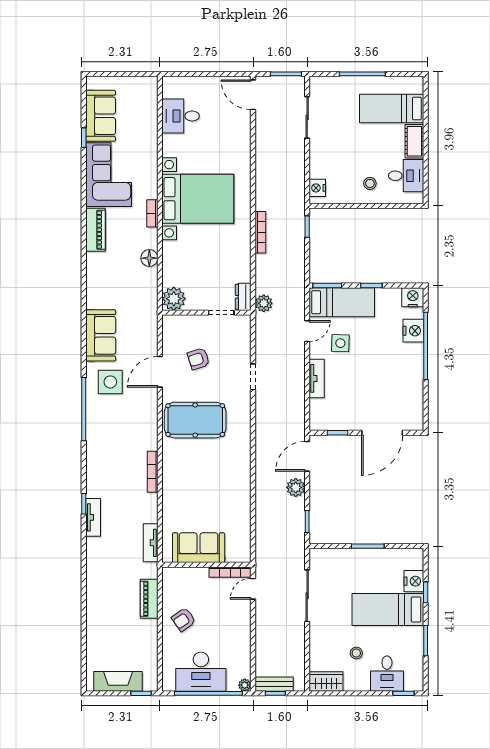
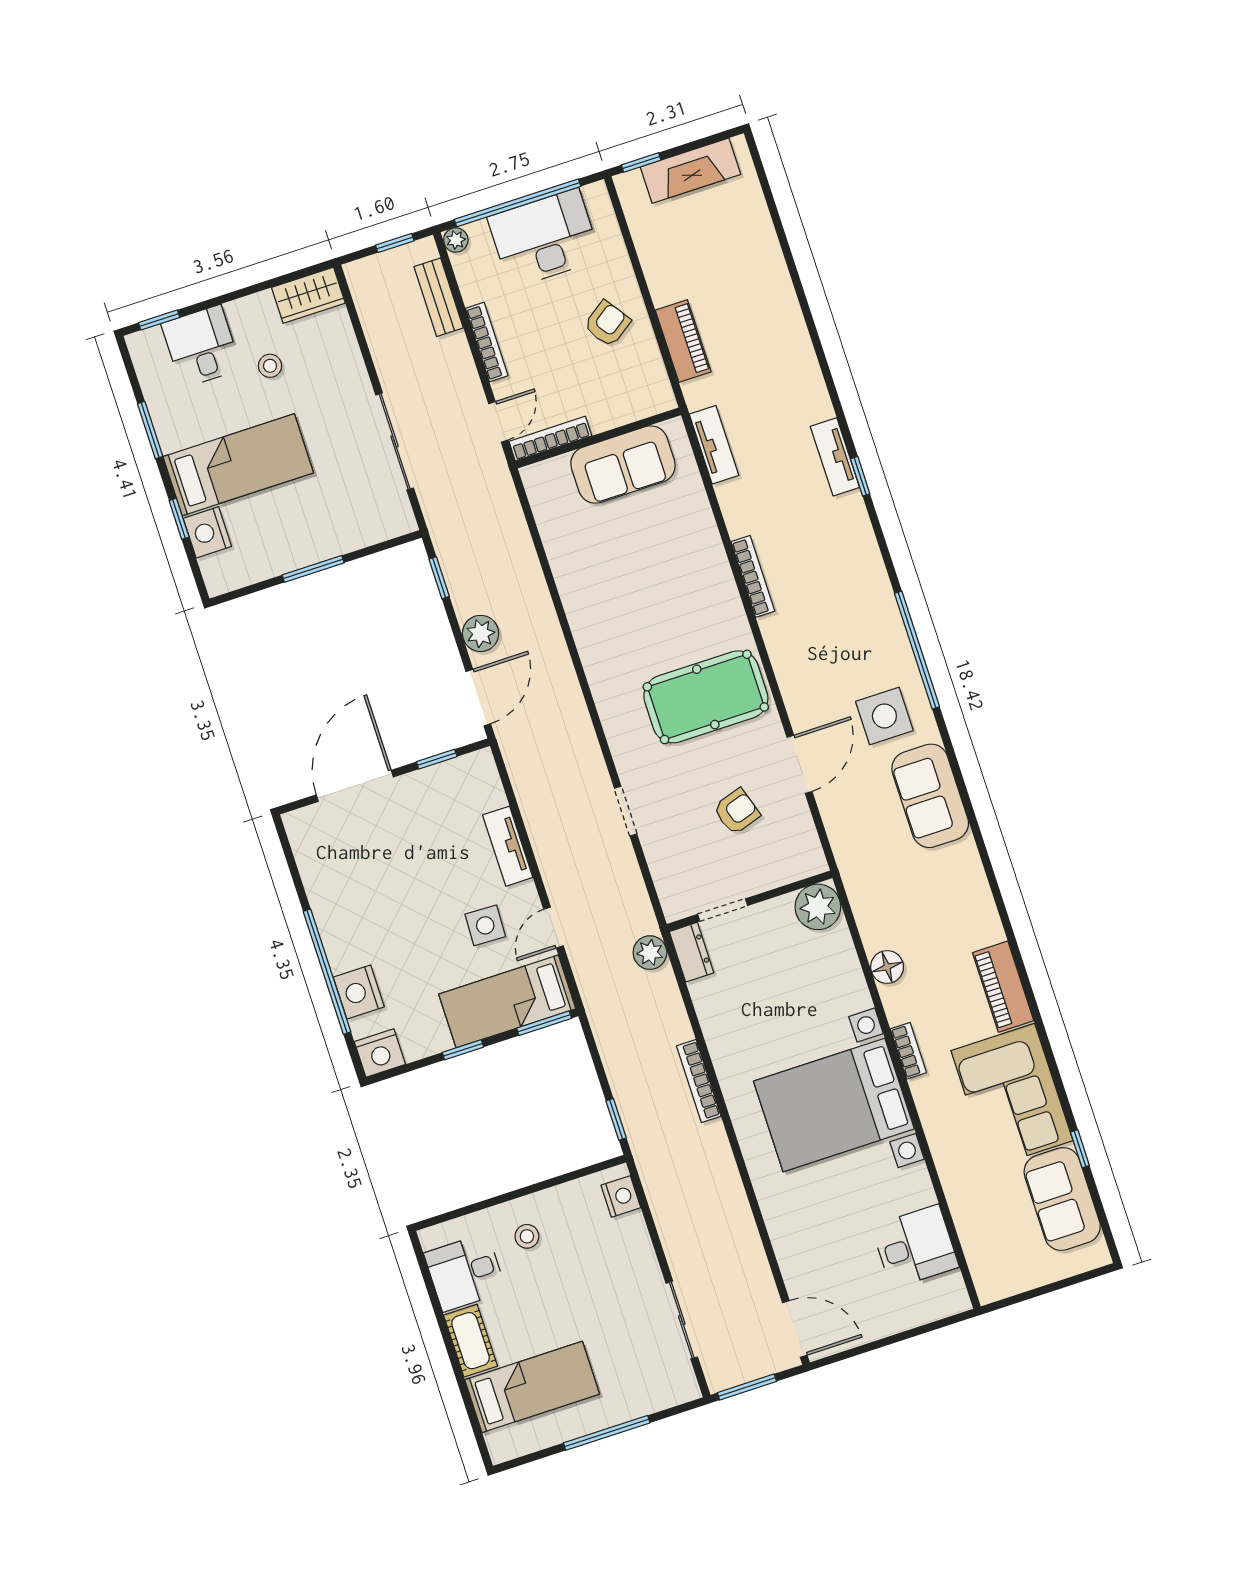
bookcase: (246, 630) -> (487, 342), added
bench: (274, 684) -> (439, 297), moved, turned 90

